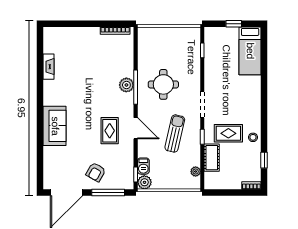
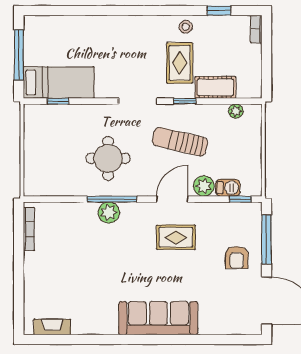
window: (234, 24) -> (19, 55), width x2.17
bed: (250, 51) -> (59, 82), moved
fireplace: (49, 67) -> (52, 327), moved
sofa: (55, 126) -> (158, 318), width x1.36
armchair: (96, 172) -> (237, 258), turned 60
plant: (144, 182) -> (204, 186), moved

